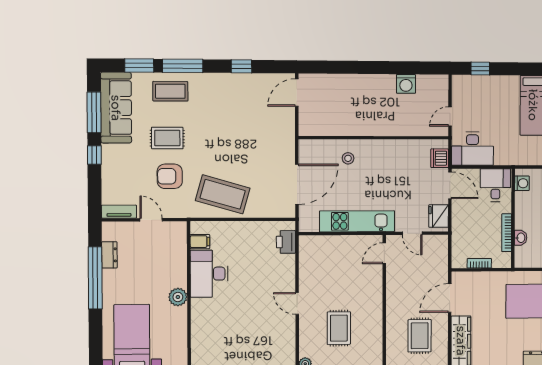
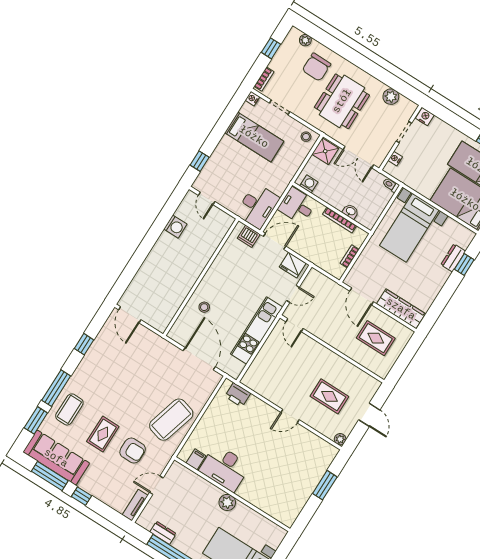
door: (450, 116) -> (207, 198), moved
armchair: (170, 176) -> (133, 451), turned -90

